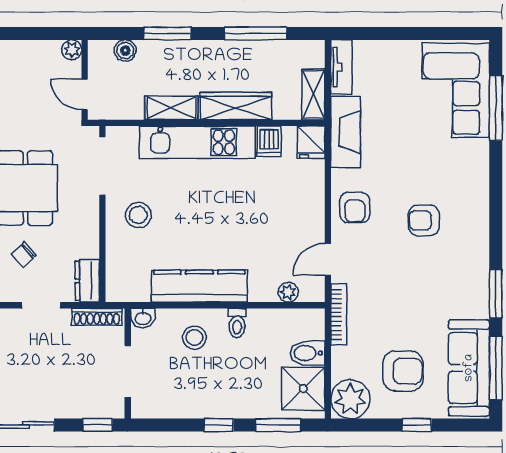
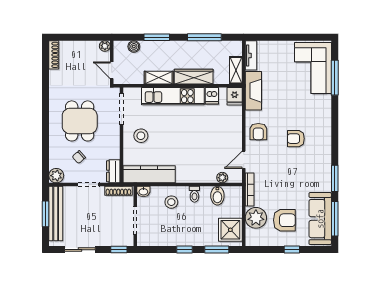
kitchen counter: (199, 286) -> (149, 174), moved
bidet: (307, 353) -> (217, 196), moved, turned -90
plant: (350, 399) -> (256, 218), moved

